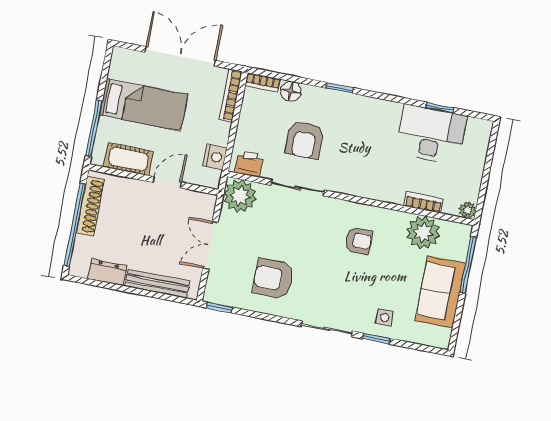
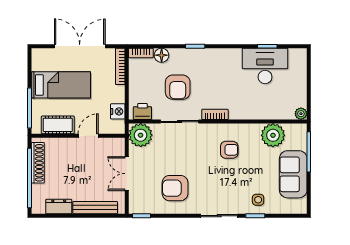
bookcase: (424, 203) -> (215, 114), moved

